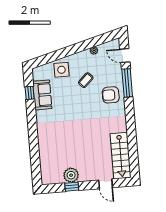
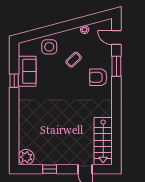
window: (127, 83) -> (116, 66), width x0.69
window: (30, 93) -> (14, 81), moved
plant: (71, 175) -> (26, 157), moved

